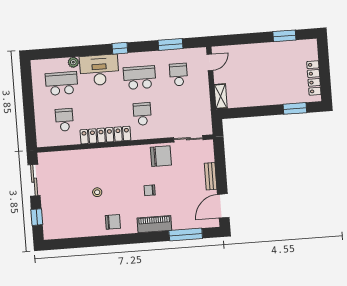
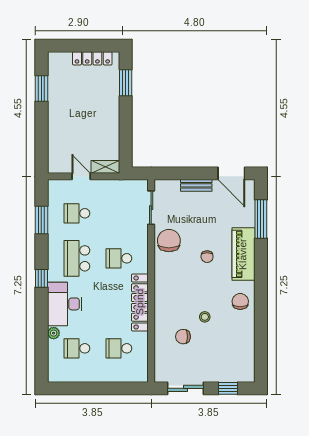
door: (210, 62) -> (81, 176), moved
school desk: (62, 83) -> (77, 348), width x0.54
chair: (79, 175) -> (183, 337), added
piano: (154, 224) -> (243, 254), width x1.37, depth x1.33

